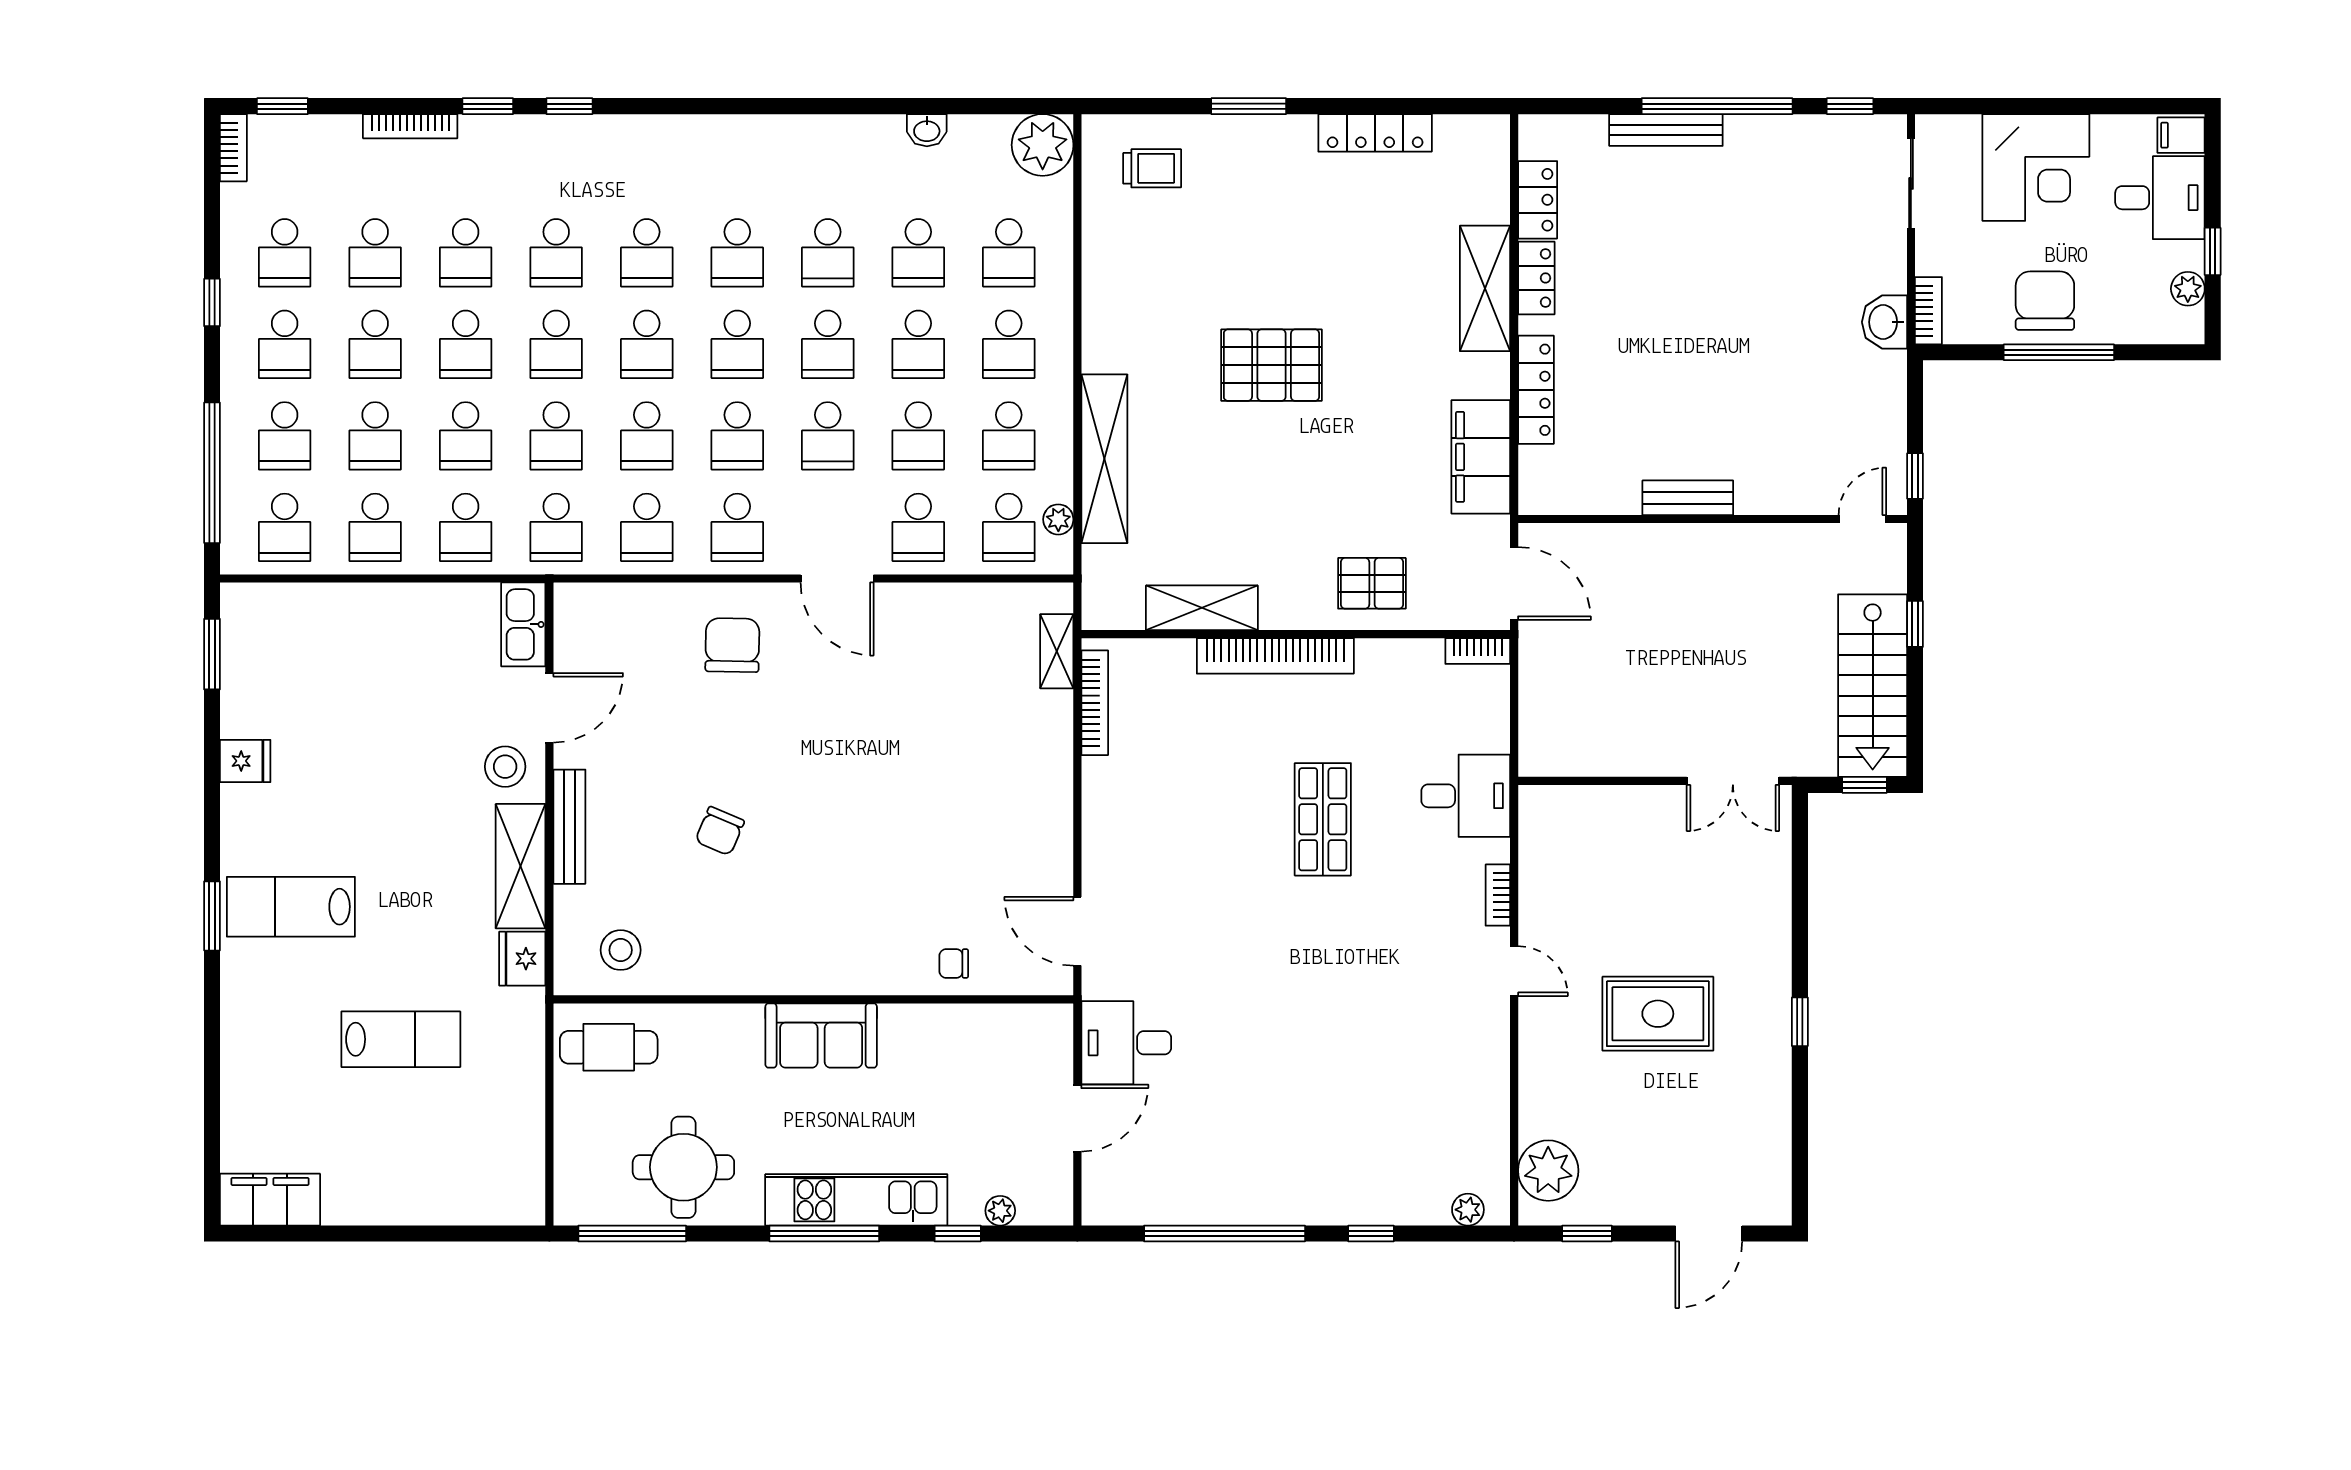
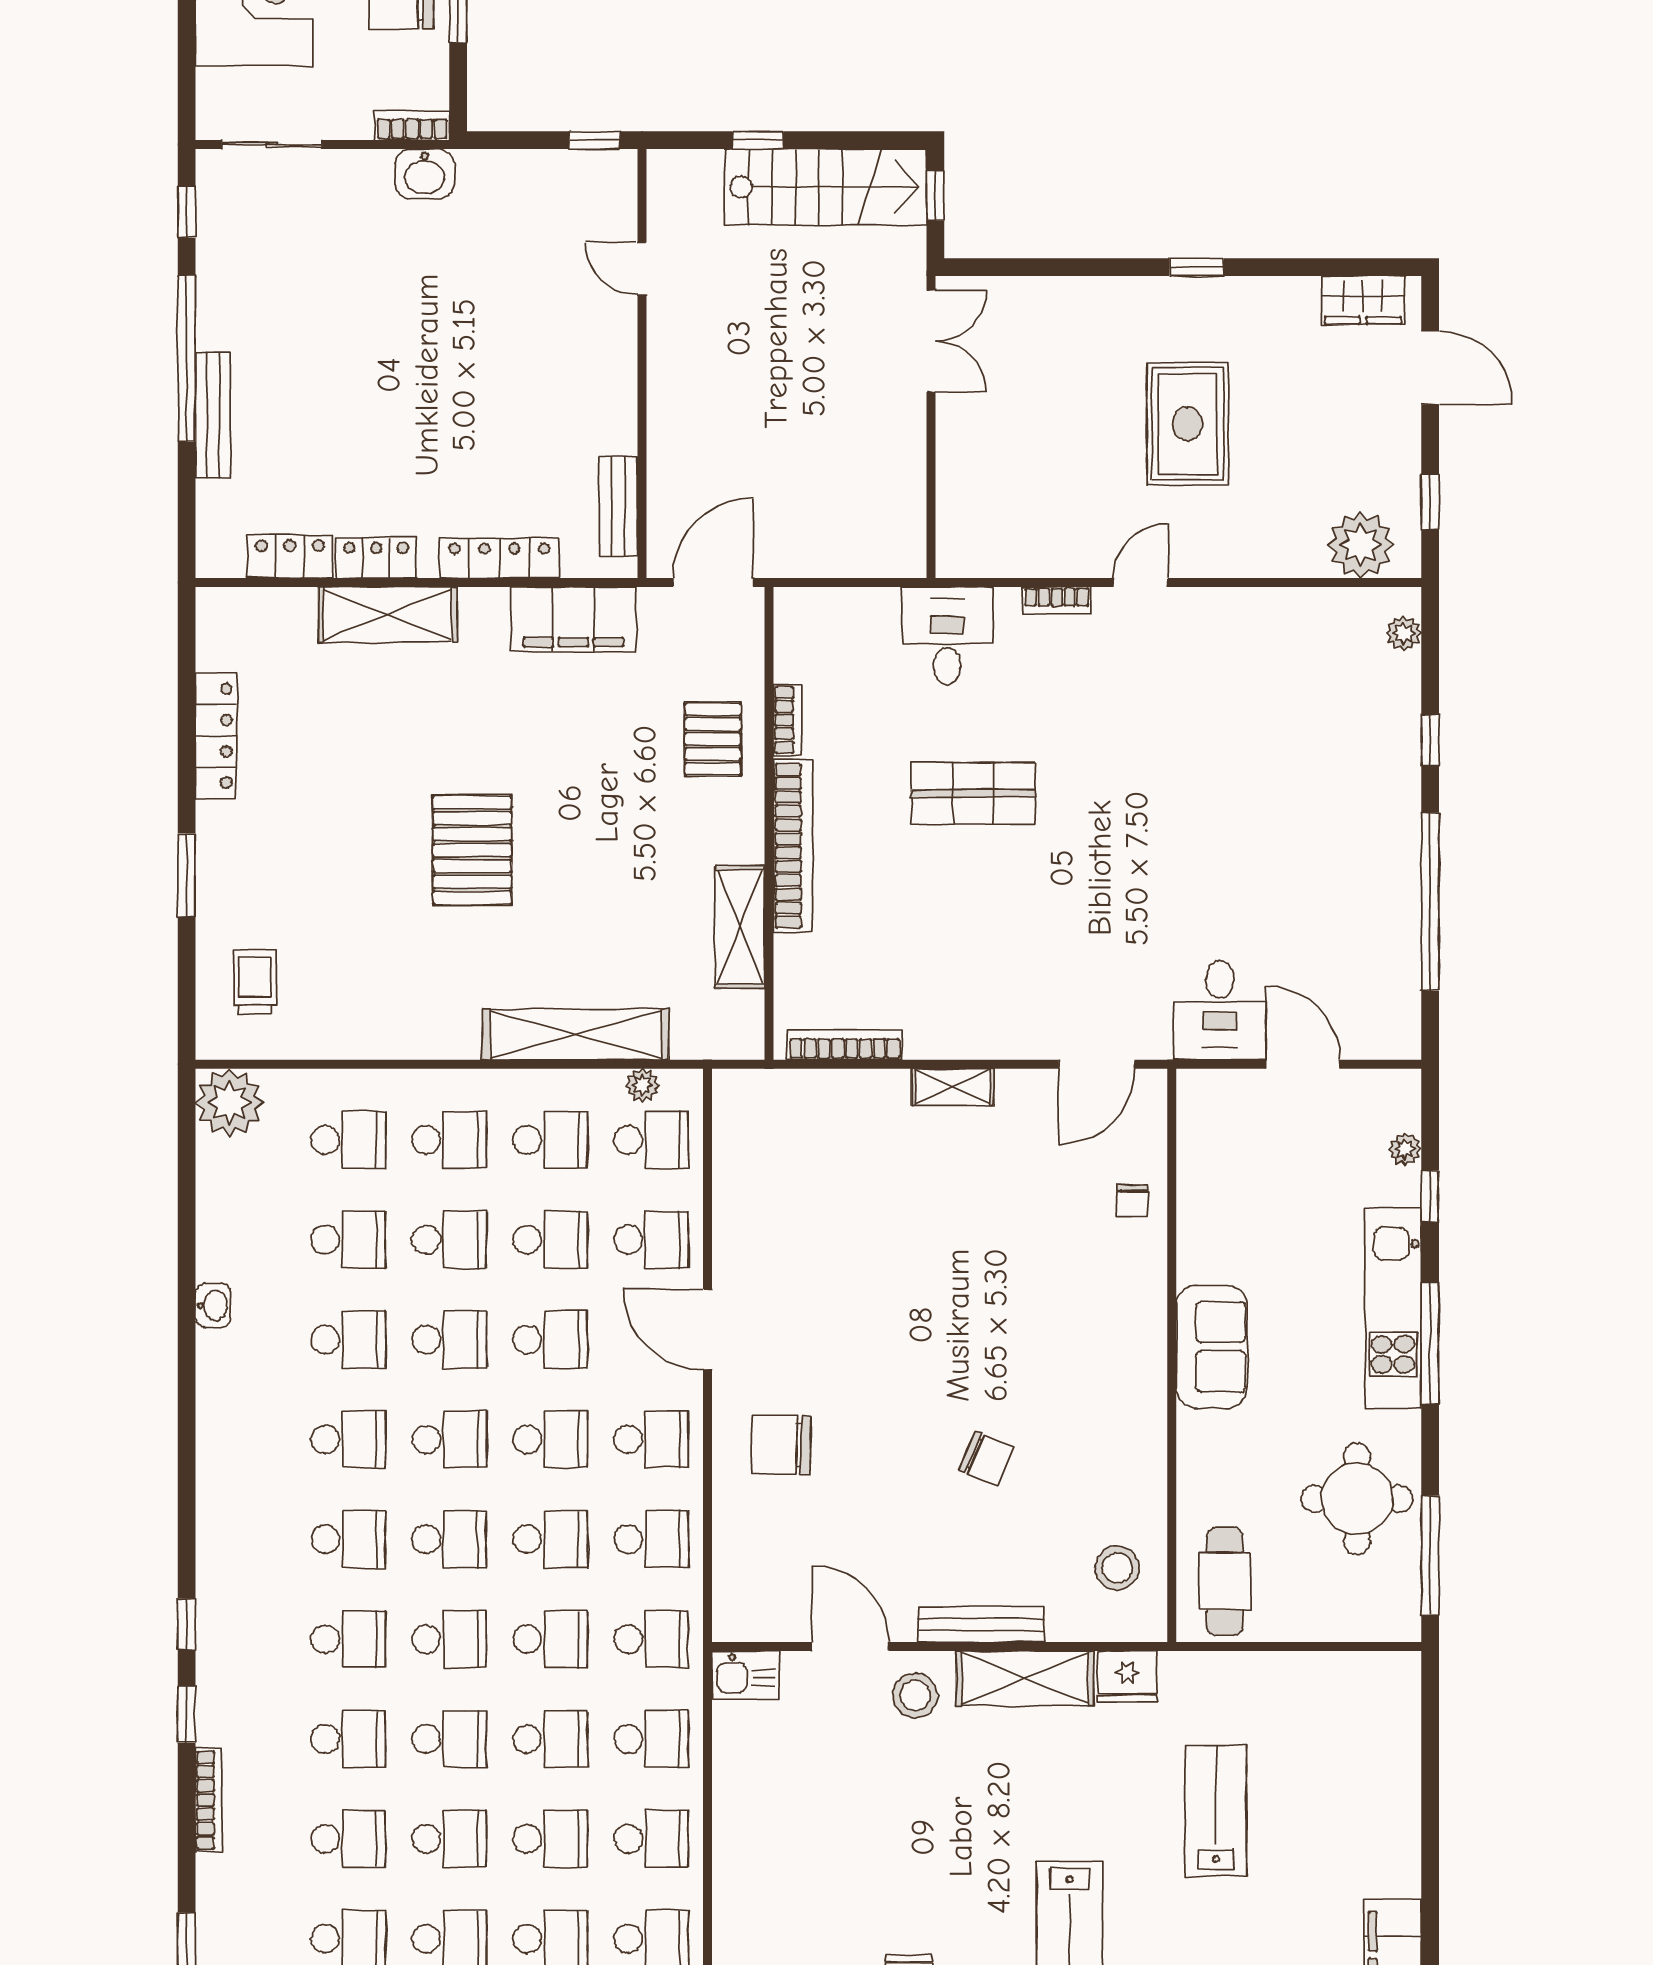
washbasin: (927, 130) -> (213, 1305), moved
bench: (1688, 498) -> (618, 506), moved
door: (1862, 519) -> (642, 268), moved
door: (837, 579) -> (708, 1329), swing flipped
kitchen sink: (523, 624) -> (746, 1675), width x0.73
shelving: (1057, 651) -> (953, 1087), moved
bookcase: (1478, 651) -> (788, 720), moved
wardrobe: (1770, 1173) -> (1363, 300), added

